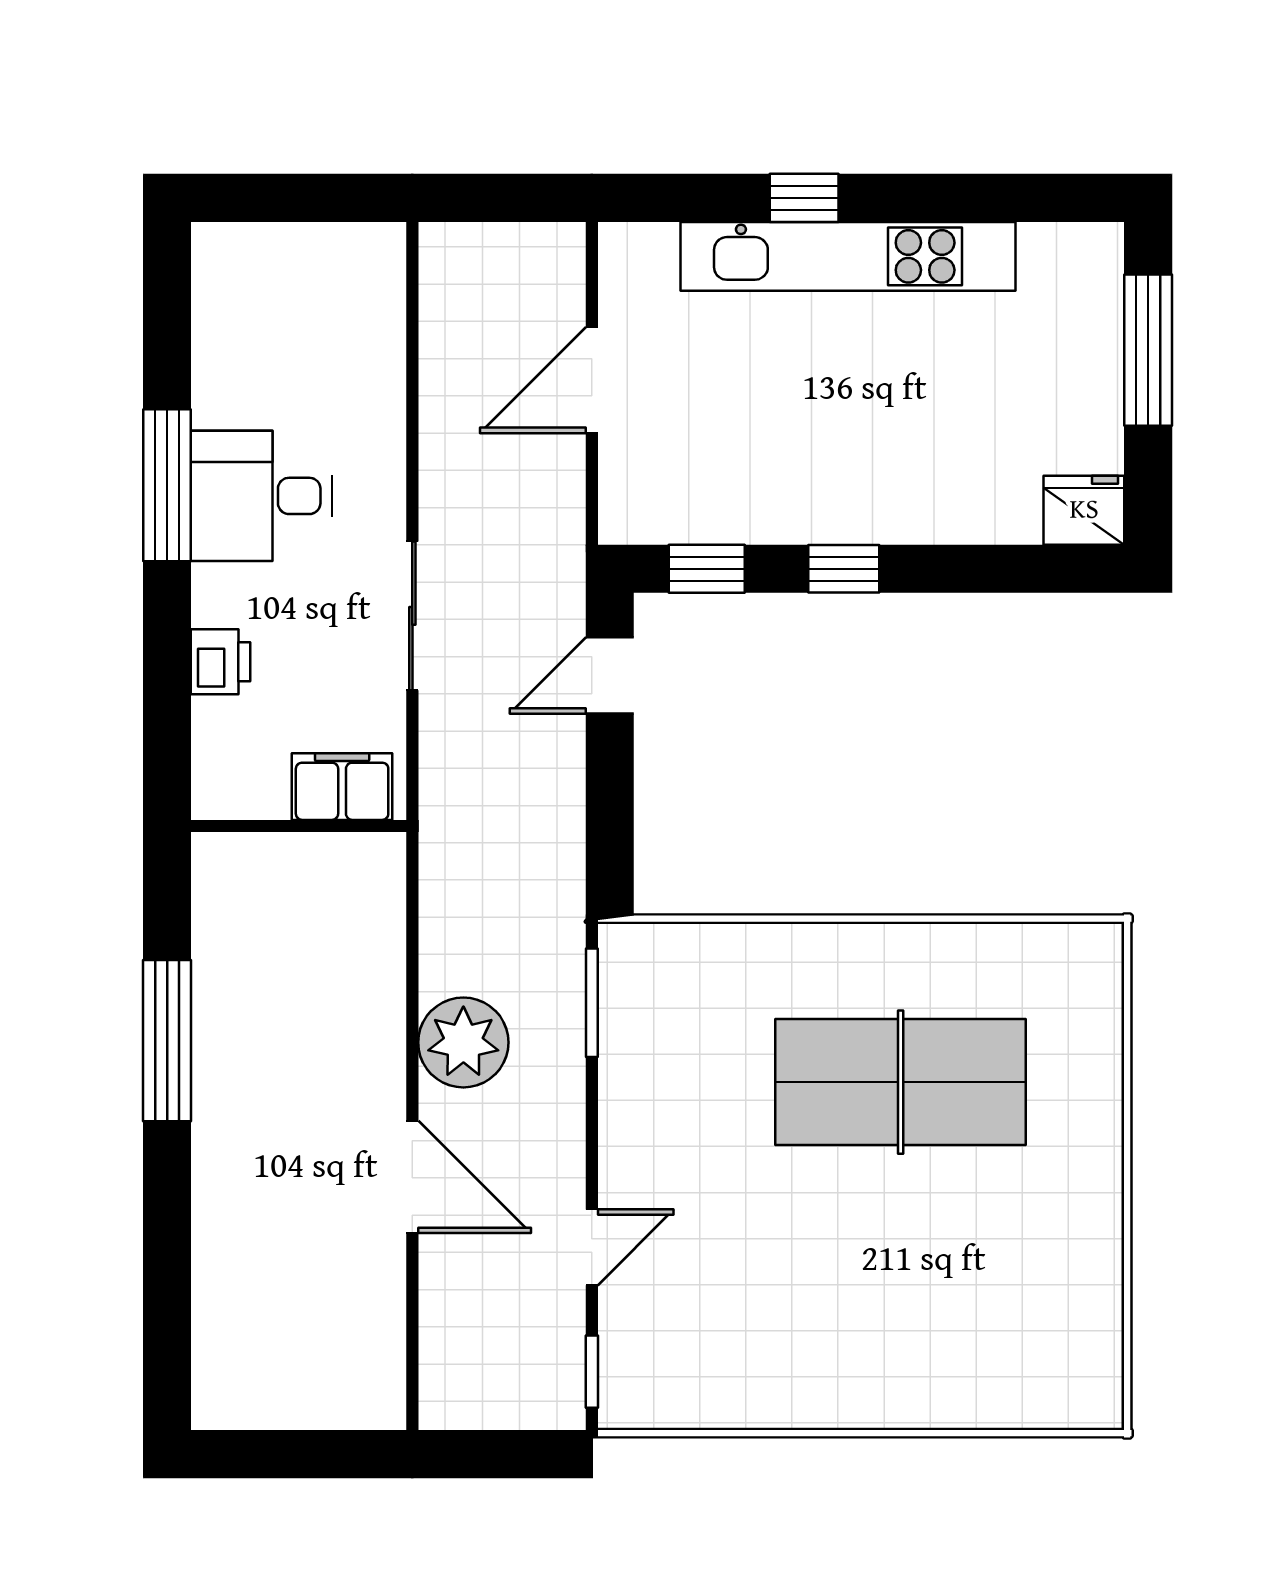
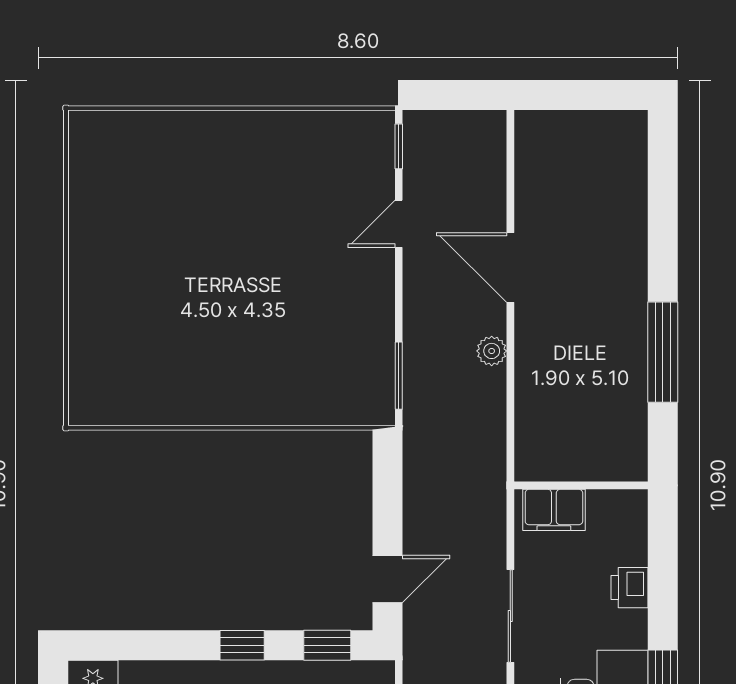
plant: (463, 1042) -> (492, 351), width x0.53, depth x0.53
table tennis table: (901, 1082) -> (207, 326), removed

